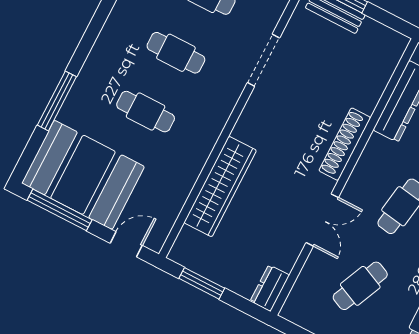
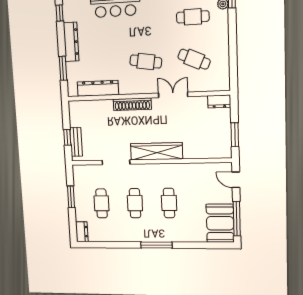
window: (57, 101) -> (156, 245), moved
booth: (83, 175) -> (220, 223), width x0.73, depth x0.70
wardrobe: (220, 187) -> (157, 151), moved

